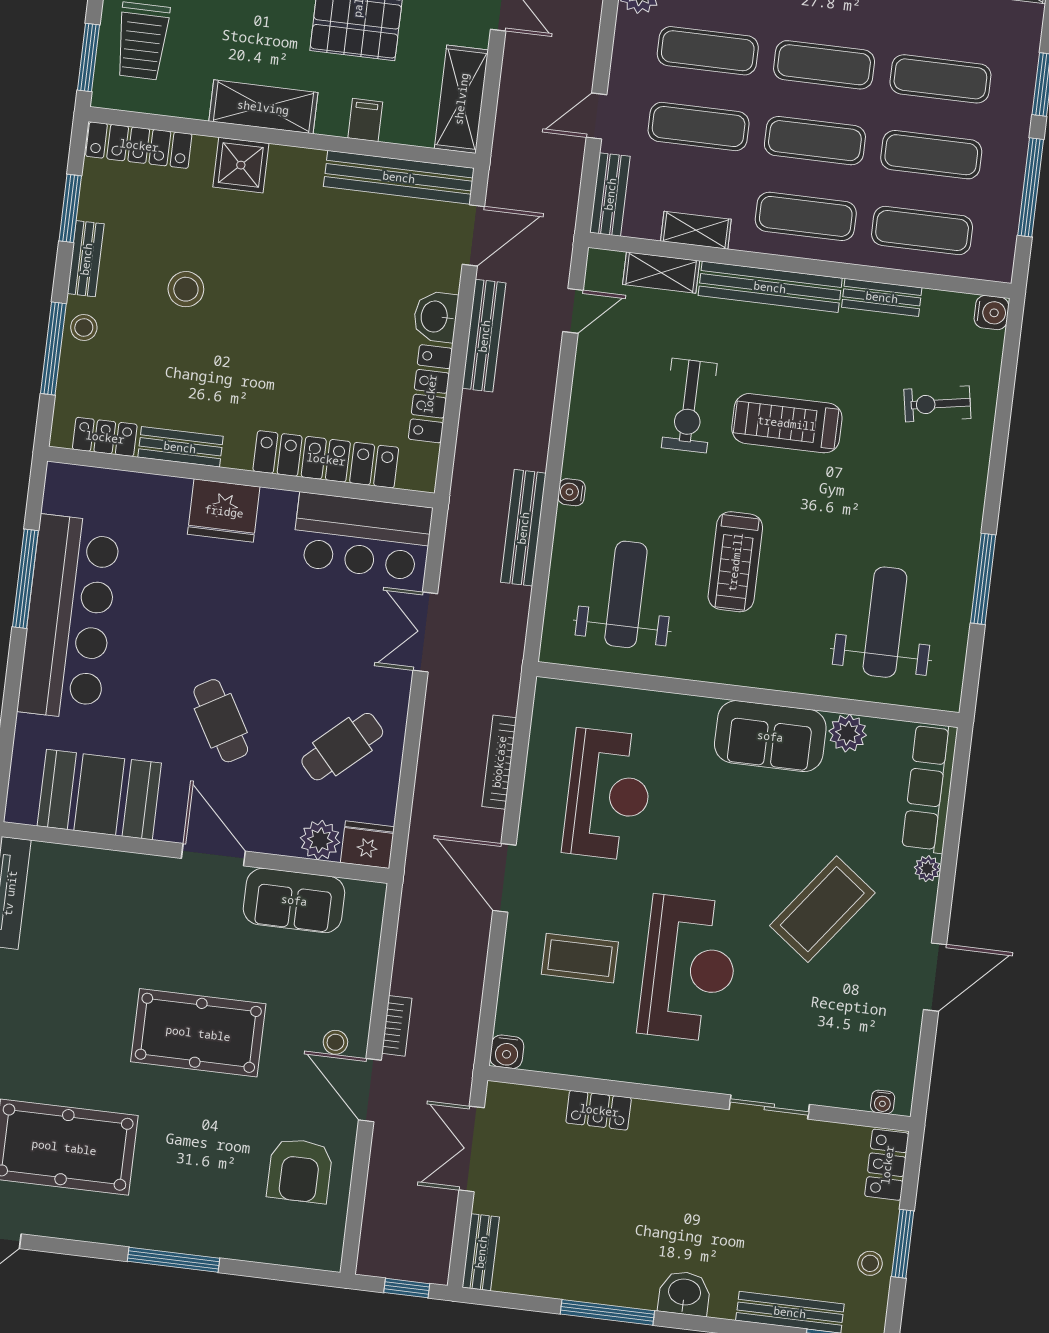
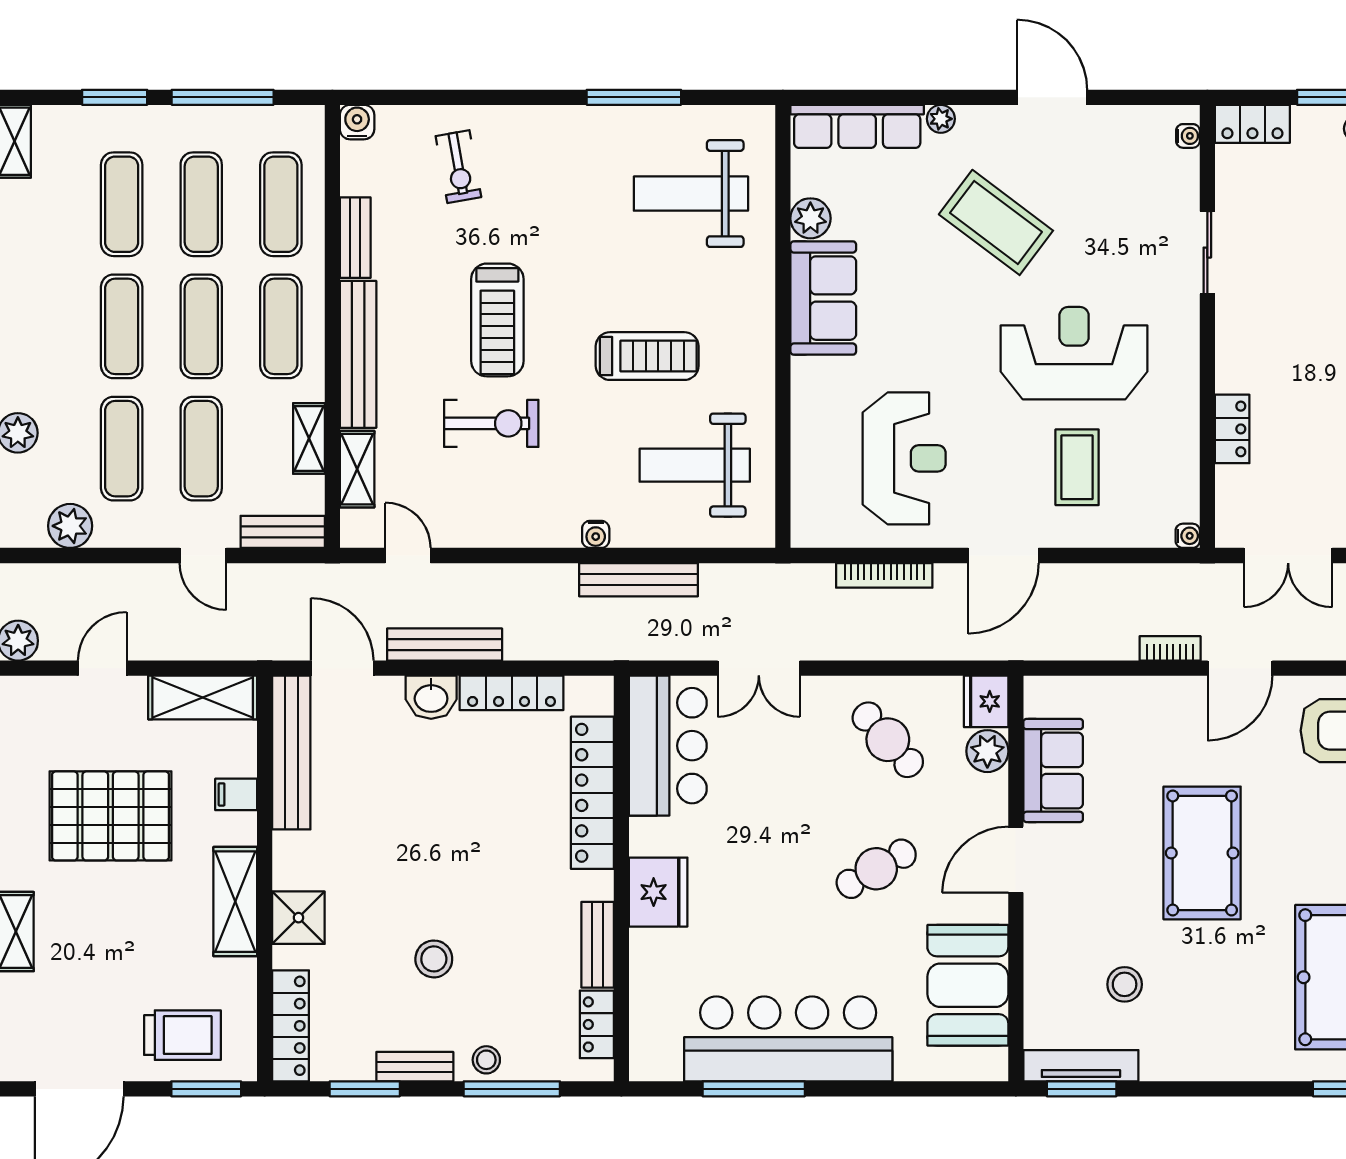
reception desk: (608, 795) -> (904, 458), turned 90
stool: (335, 1042) -> (1125, 984), moved, width x1.37, depth x1.37
water cooler: (507, 1052) -> (1188, 536), width x0.72, depth x0.72

